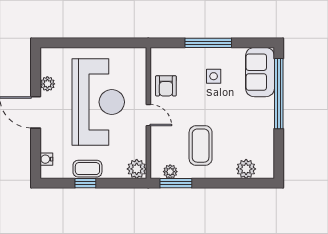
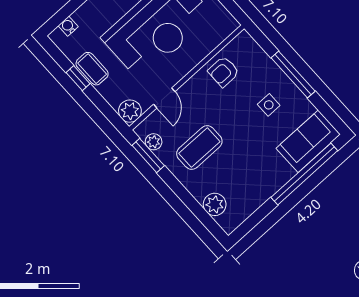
door: (148, 115) -> (164, 98), moved

